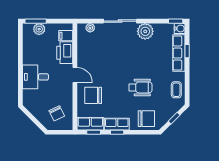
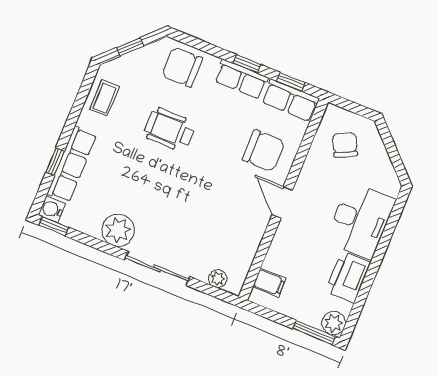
plant: (39, 29) -> (334, 323), moved
printer: (65, 53) -> (348, 277), moved, turned 180
desk: (35, 77) -> (360, 221), width x1.37

